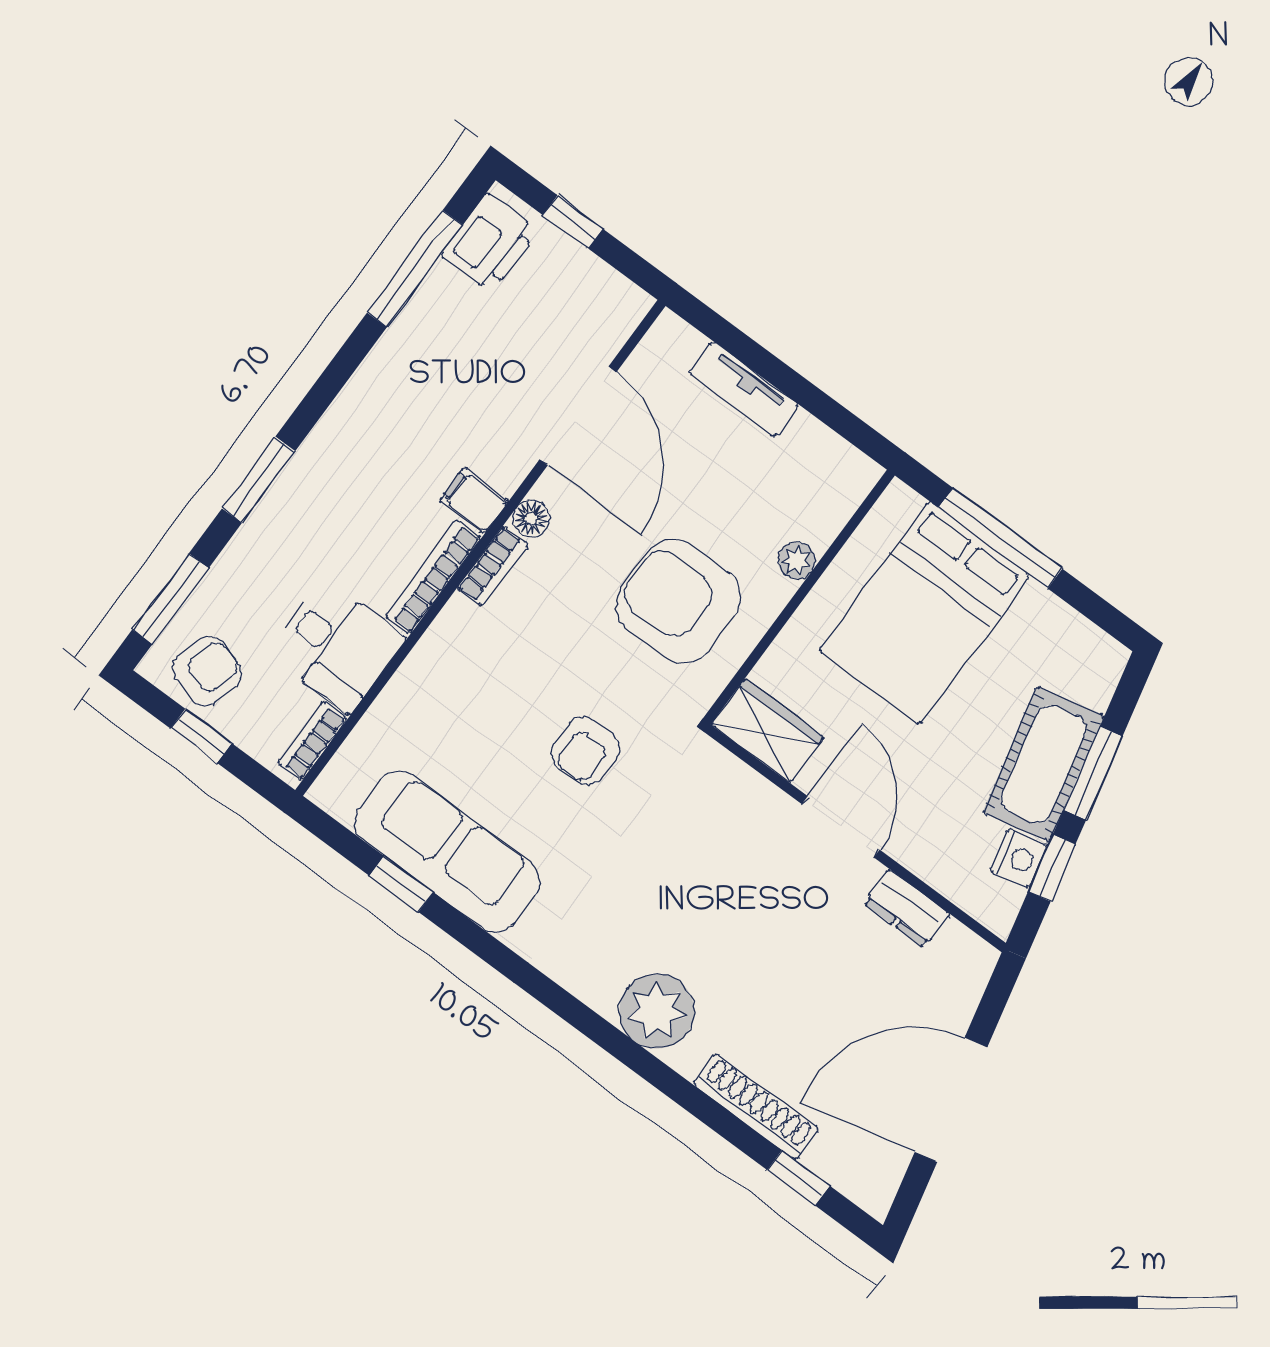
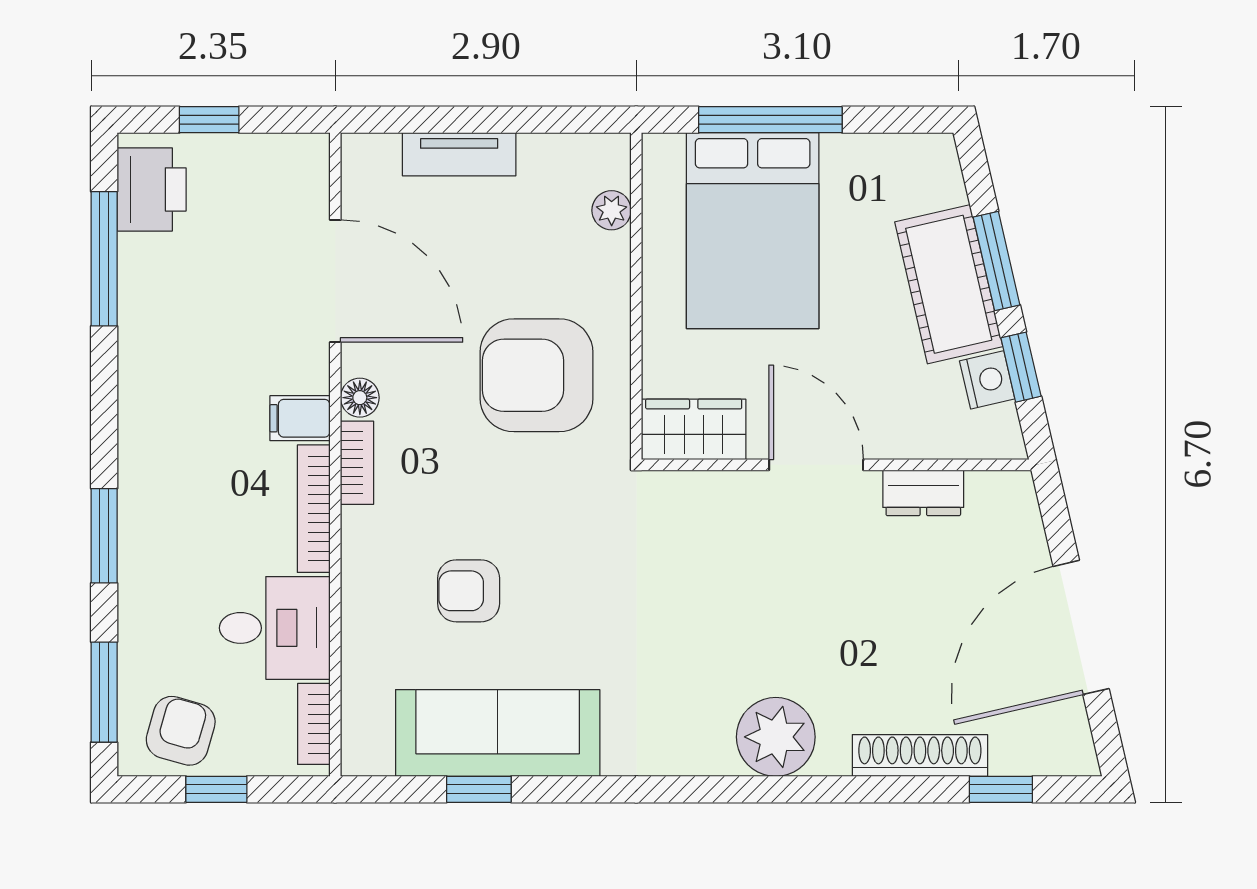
plant: (797, 561) -> (612, 210), moved
armchair: (586, 751) -> (469, 591), moved, turned 90

